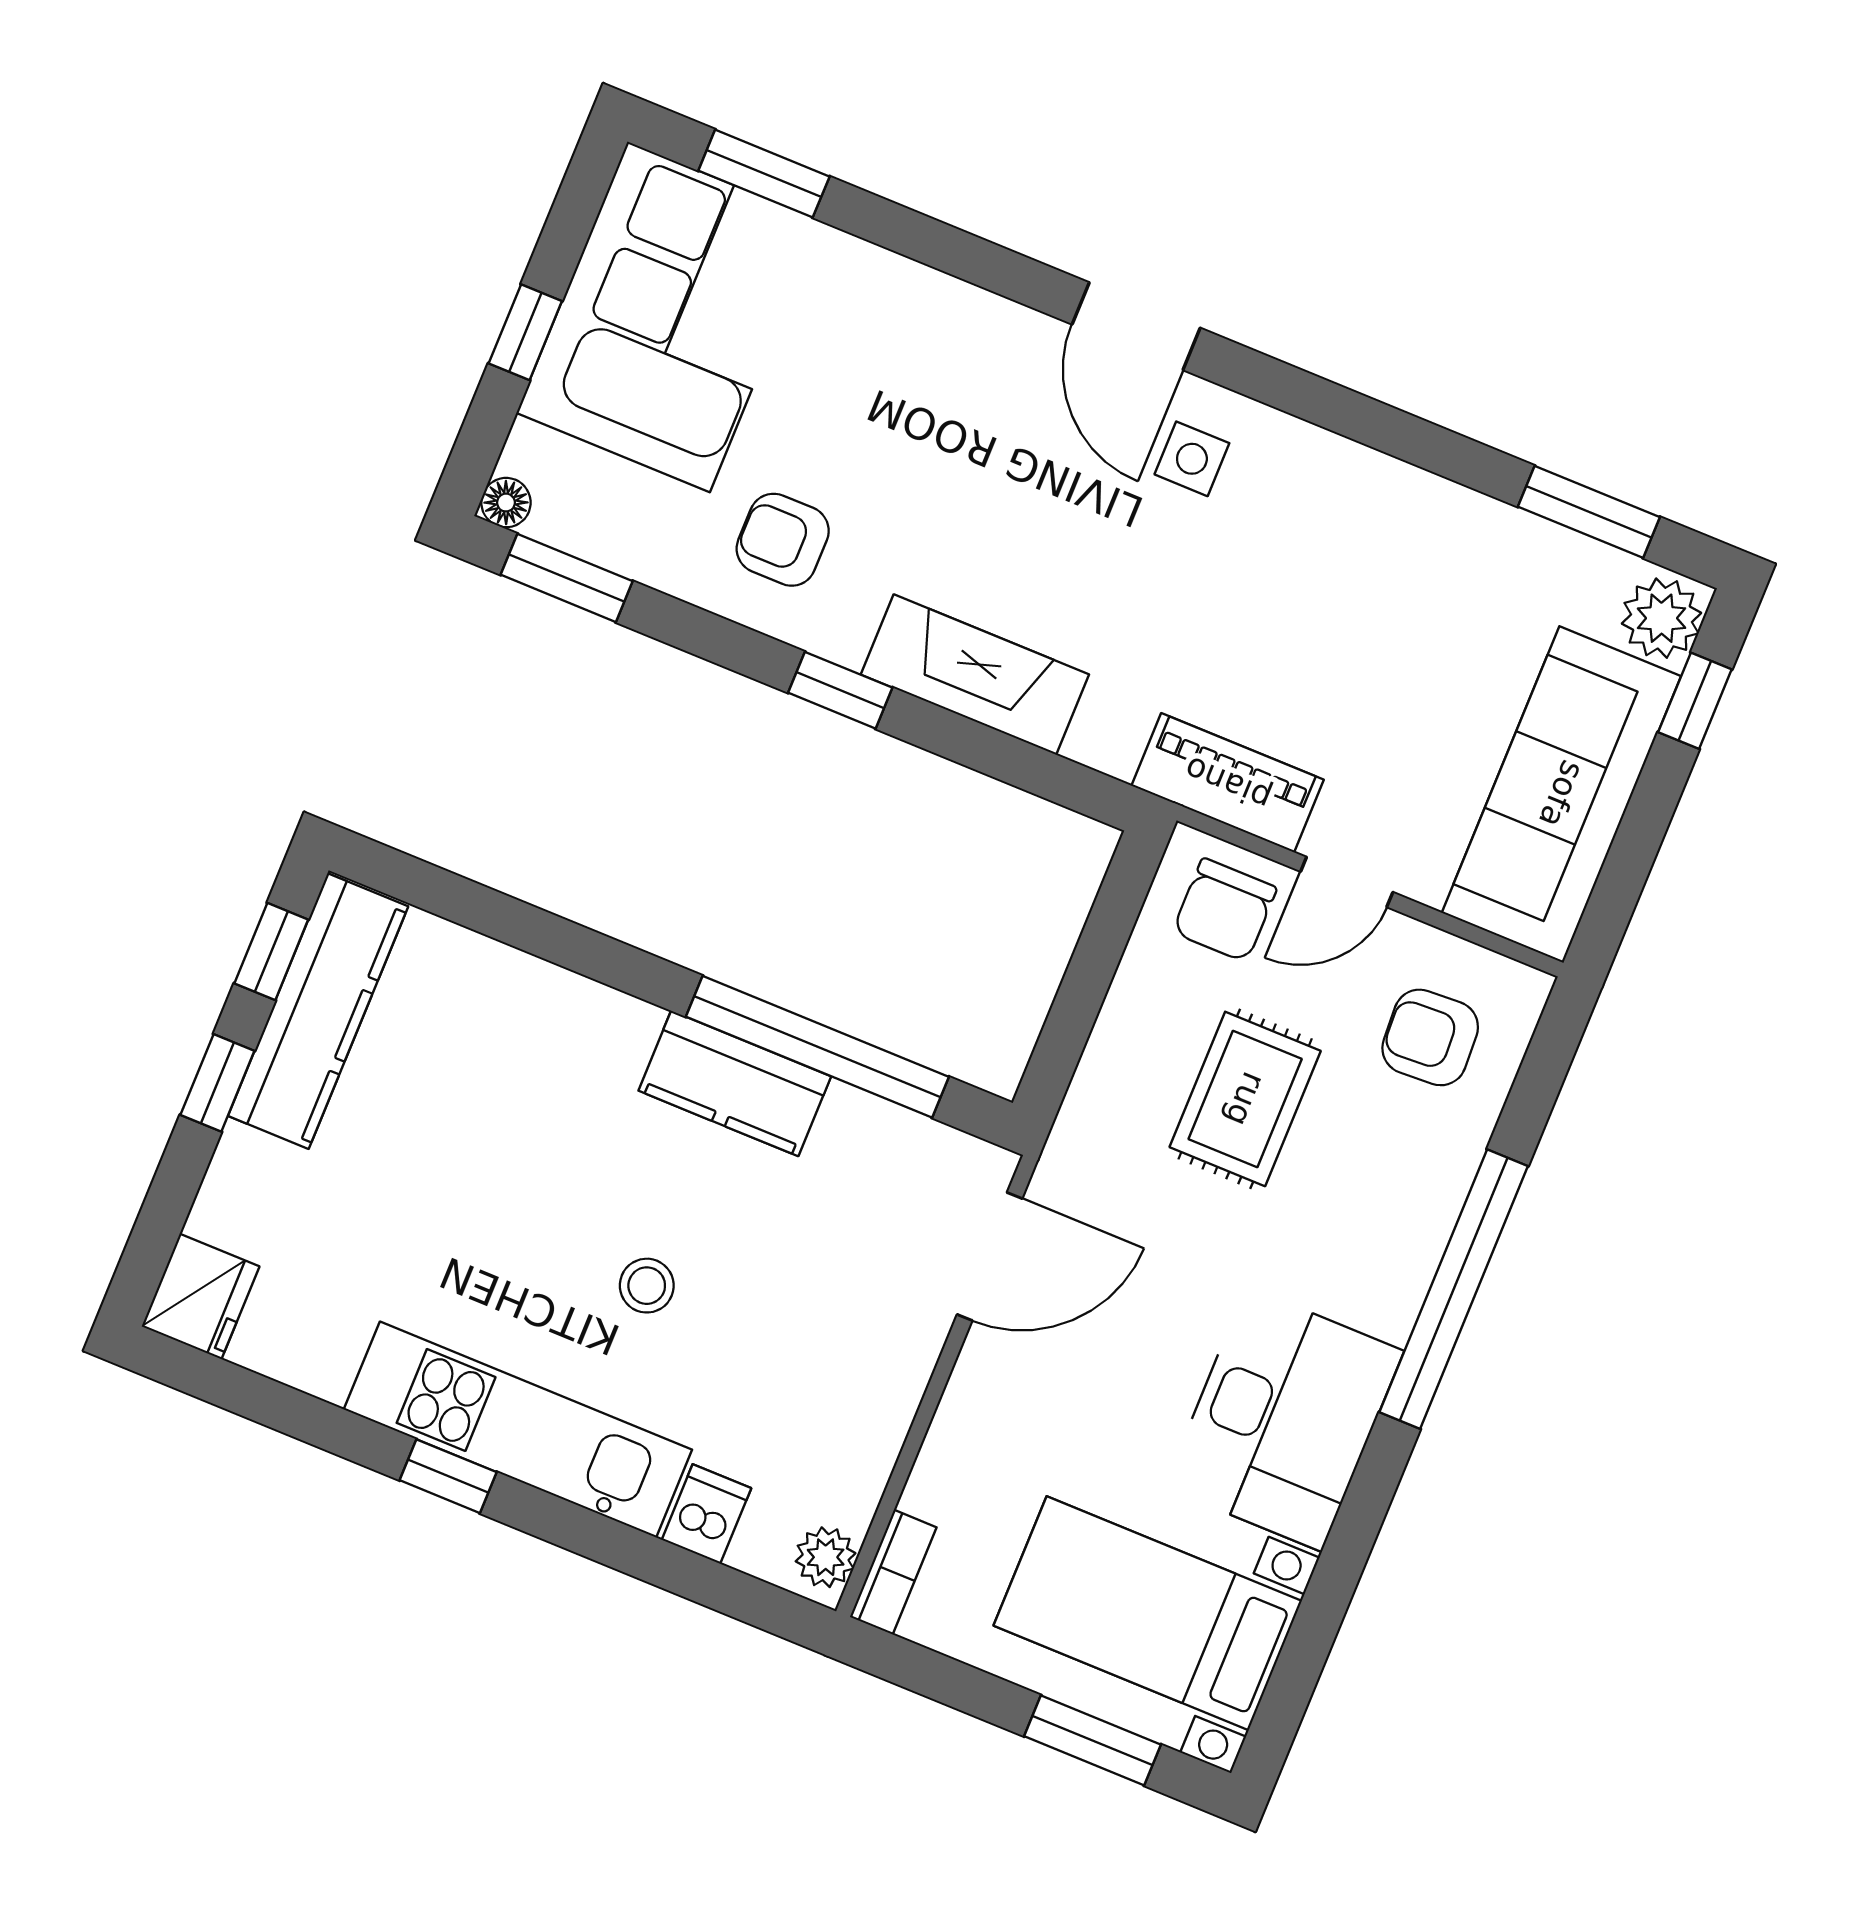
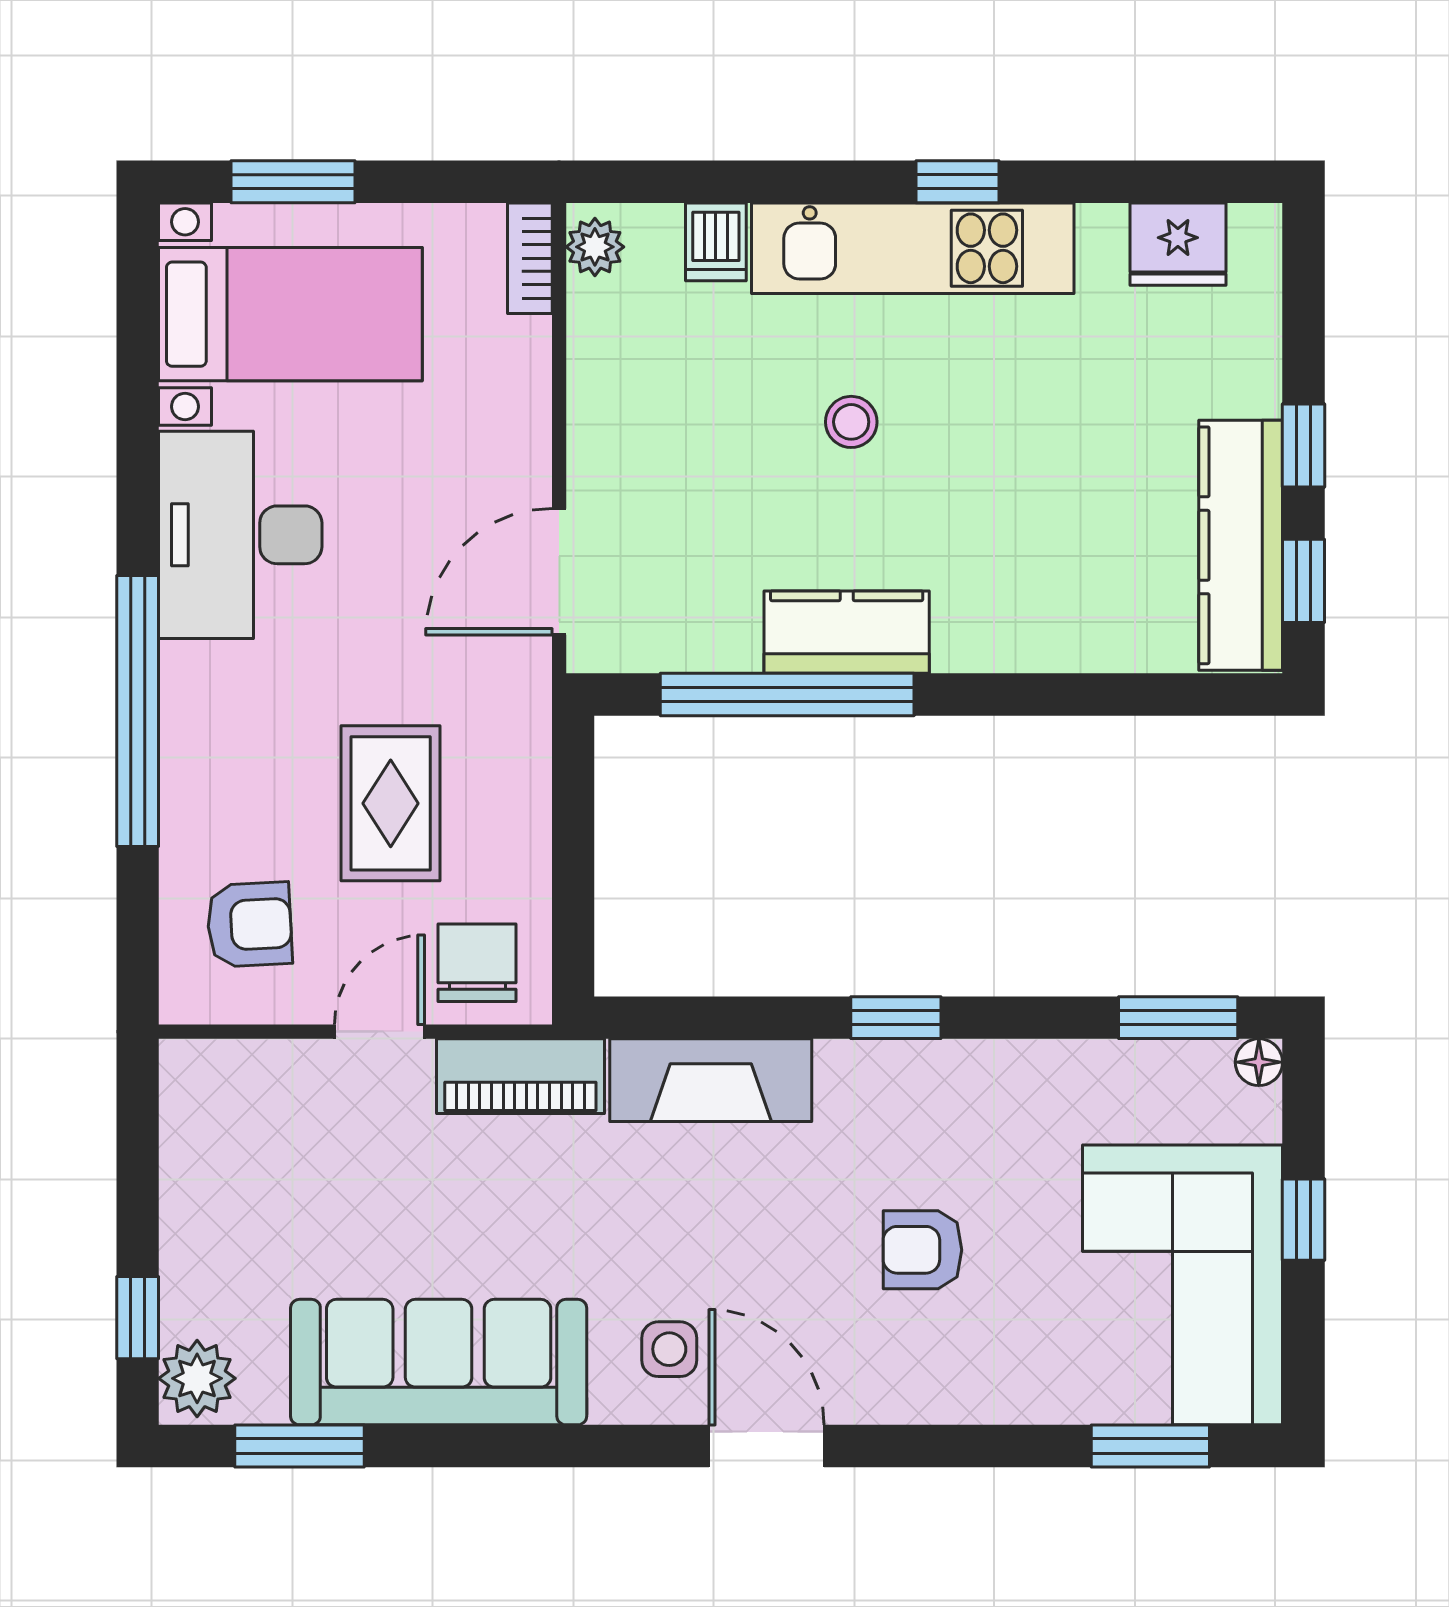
armchair: (783, 540) -> (922, 1250), moved, turned 180
fireplace: (975, 675) -> (711, 1080), moved
sofa: (1561, 794) -> (439, 1362), moved, turned -90
fridge: (200, 1296) -> (1178, 244), moved, turned -90

